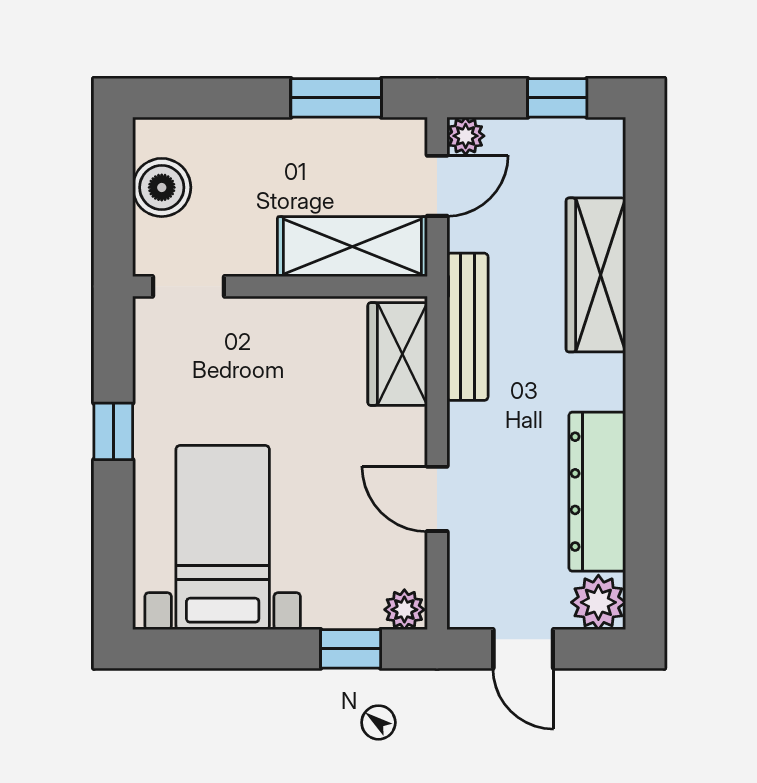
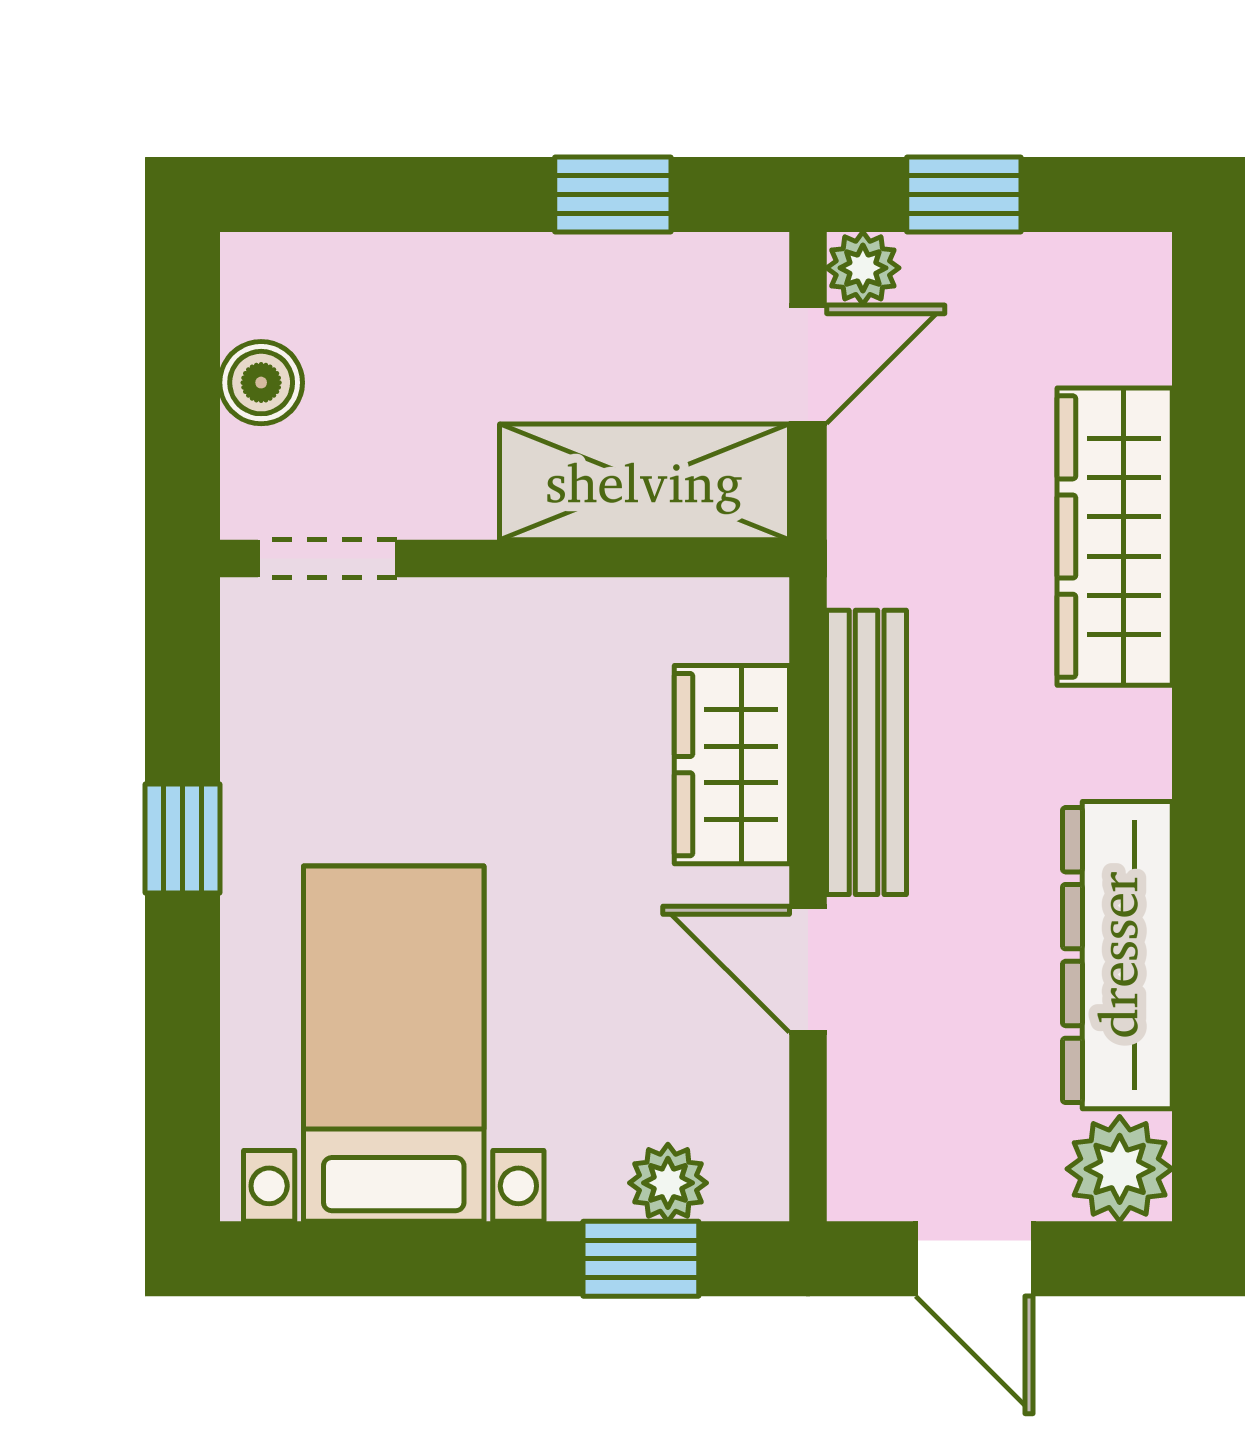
window: (336, 98) -> (613, 194), width x0.67
window: (557, 98) -> (964, 194), moved
boiler: (162, 187) -> (261, 383), width x0.73, depth x0.73
bench: (467, 327) -> (867, 752), moved
wardrobe: (398, 354) -> (732, 765), moved
plant: (404, 610) -> (668, 1183), moved

